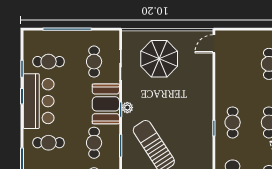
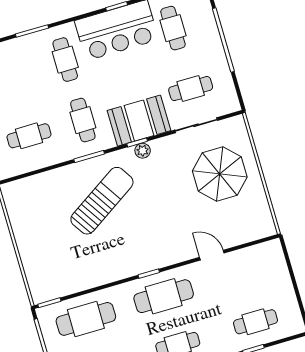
door: (214, 44) -> (212, 255), moved
cafe table: (233, 122) -> (164, 296), width x1.37, depth x1.35
cafe table: (94, 143) -> (83, 120), turned 90

